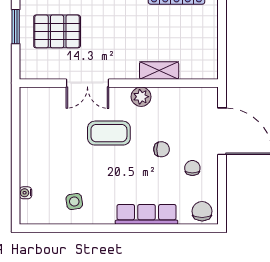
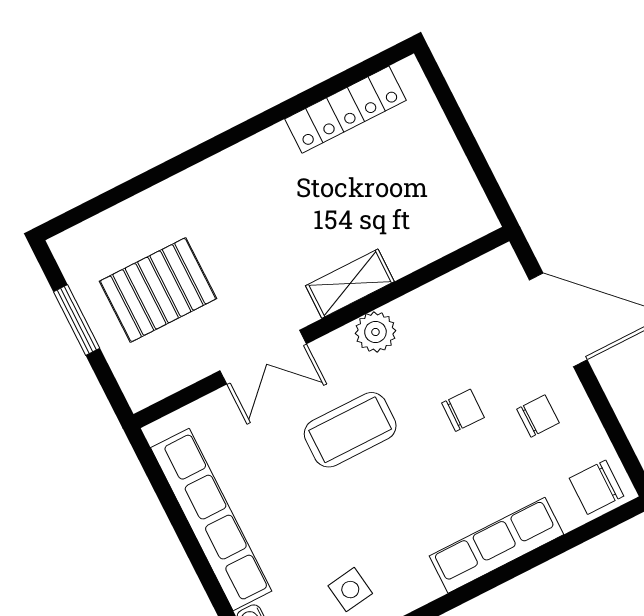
shelving: (159, 70) -> (350, 284), moved
row of seats: (30, 141) -> (211, 519), added
chair: (192, 168) -> (538, 416), turned 90
chair: (202, 211) -> (597, 487), turned -90

